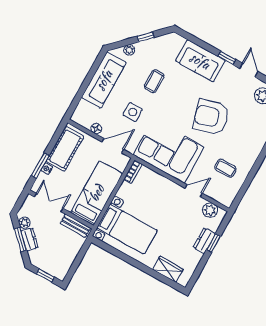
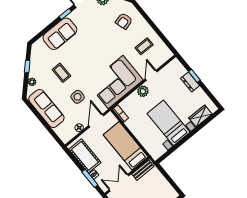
armchair: (211, 117) -> (124, 21), moved, width x0.53, depth x0.53
plant: (210, 210) -> (143, 91), moved
bed with nightstands: (127, 229) -> (169, 123), moved, turned -90

